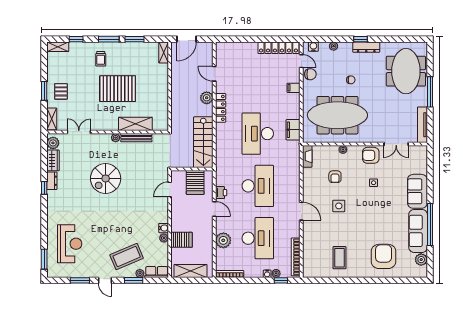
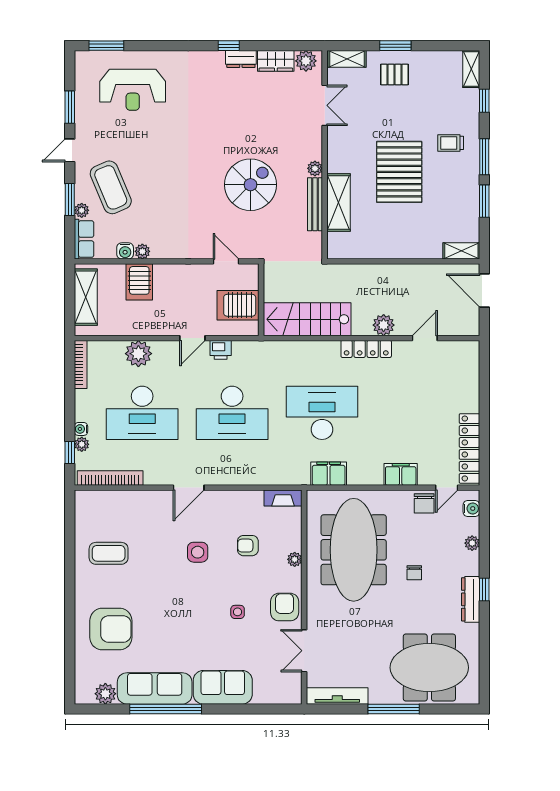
filing cabinet: (294, 88) -> (401, 474), width x2.00
spiral stairs: (106, 178) -> (250, 185), moved, turned 90
water cooler: (164, 228) -> (125, 251), moved

